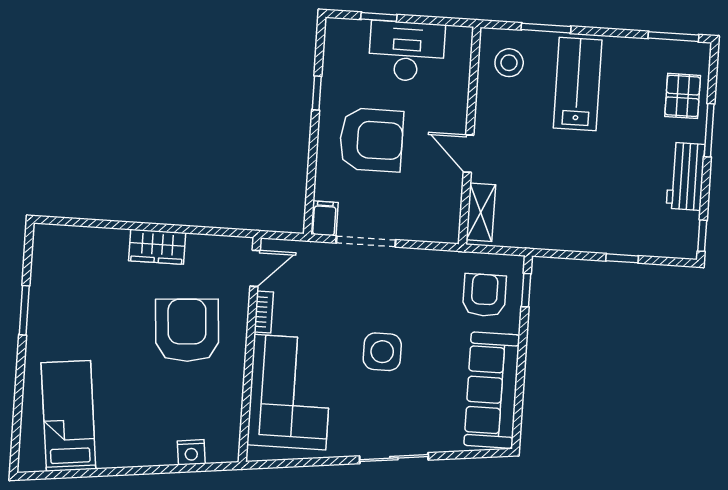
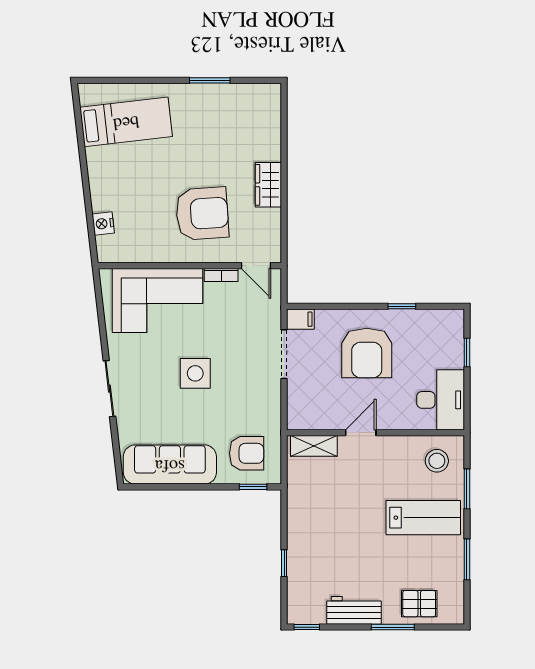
window: (673, 37) -> (467, 559), moved
desk: (407, 51) -> (441, 400), moved

